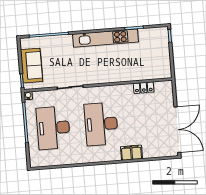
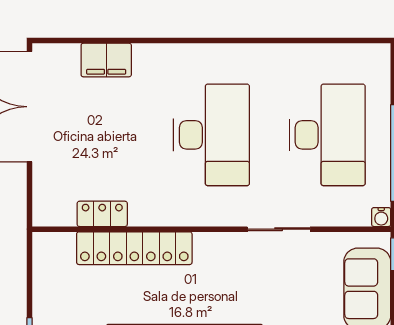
locker: (129, 75) -> (134, 248), added
filing cabinet: (131, 153) -> (106, 60), moved

